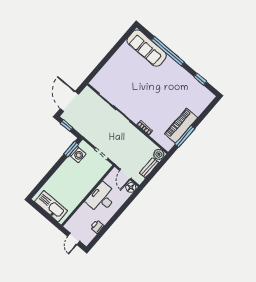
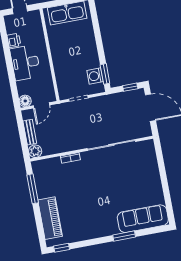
window: (168, 51) -> (124, 236), width x0.47
window: (200, 79) -> (62, 248), moved
piano: (181, 126) -> (50, 218), moved
door: (125, 174) -> (41, 105), swing flipped
desk: (102, 198) -> (25, 63), moved, turned 180

